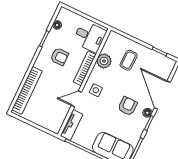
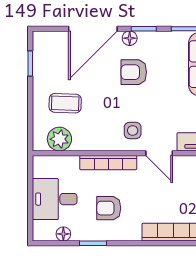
desk: (90, 36) -> (55, 199), moved, turned -90
armchair: (59, 57) -> (109, 208), turned -90
plant: (104, 61) -> (59, 139), moved

